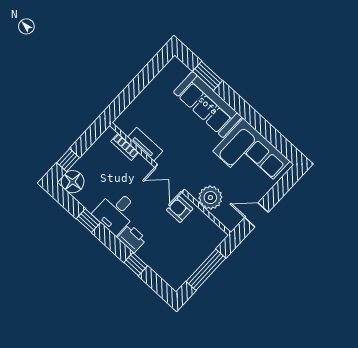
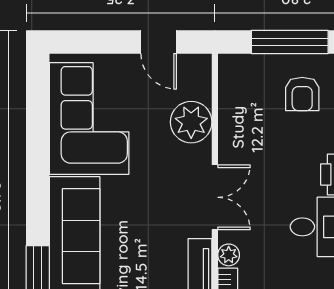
plant: (140, 162) -> (229, 255), added
armchair: (180, 209) -> (302, 94), moved

